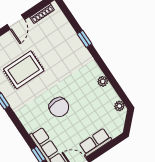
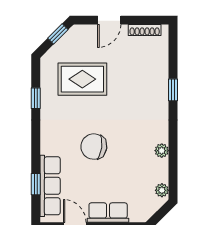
chair: (59, 107) -> (94, 147), turned 98

